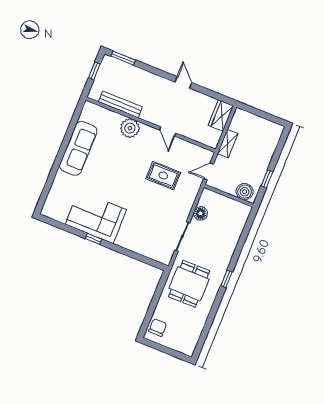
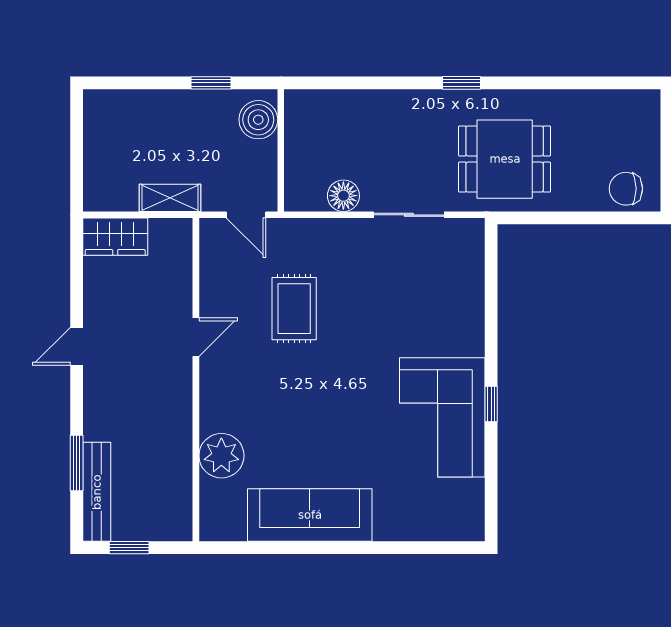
window: (123, 58) -> (77, 463), moved
bench: (120, 105) -> (97, 492), moved
plant: (130, 128) -> (221, 456), moved

